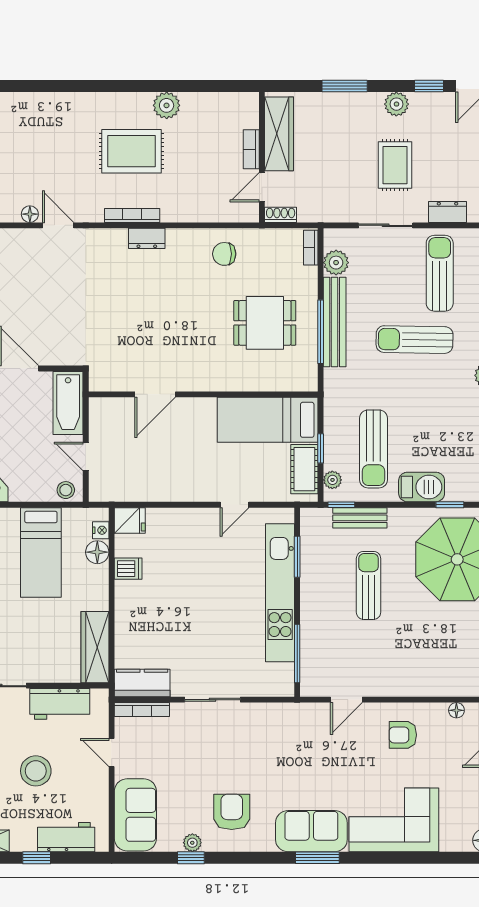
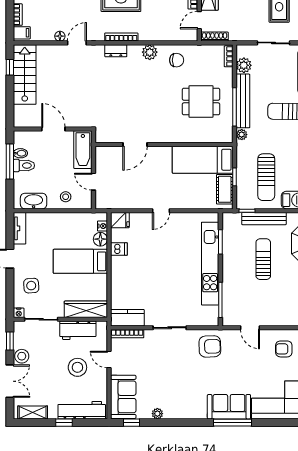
shoe rack: (281, 215) -> (215, 37), width x1.43
door: (58, 225) -> (77, 43), hinge flipped
dresser: (147, 238) -> (116, 51), moved
plant: (179, 241) -> (150, 52), added
chair: (224, 254) -> (177, 60), turned 180
plant: (332, 480) -> (242, 135), moved
stool: (66, 490) -> (66, 197), moved
door: (234, 505) -> (161, 211), moved
bench: (360, 518) -> (264, 219), width x1.36
bed: (41, 552) -> (80, 261), moved, turned 90
wardrobe: (95, 647) -> (86, 309), moved, turned 90
door: (346, 700) -> (250, 328), hinge flipped
stool: (36, 771) -> (77, 367), moved
armchair: (232, 812) -> (210, 346), moved, turned 88
workbench: (66, 837) -> (82, 410), width x1.38
window: (191, 858) -> (131, 423), moved
window: (317, 858) -> (232, 423), width x1.44

